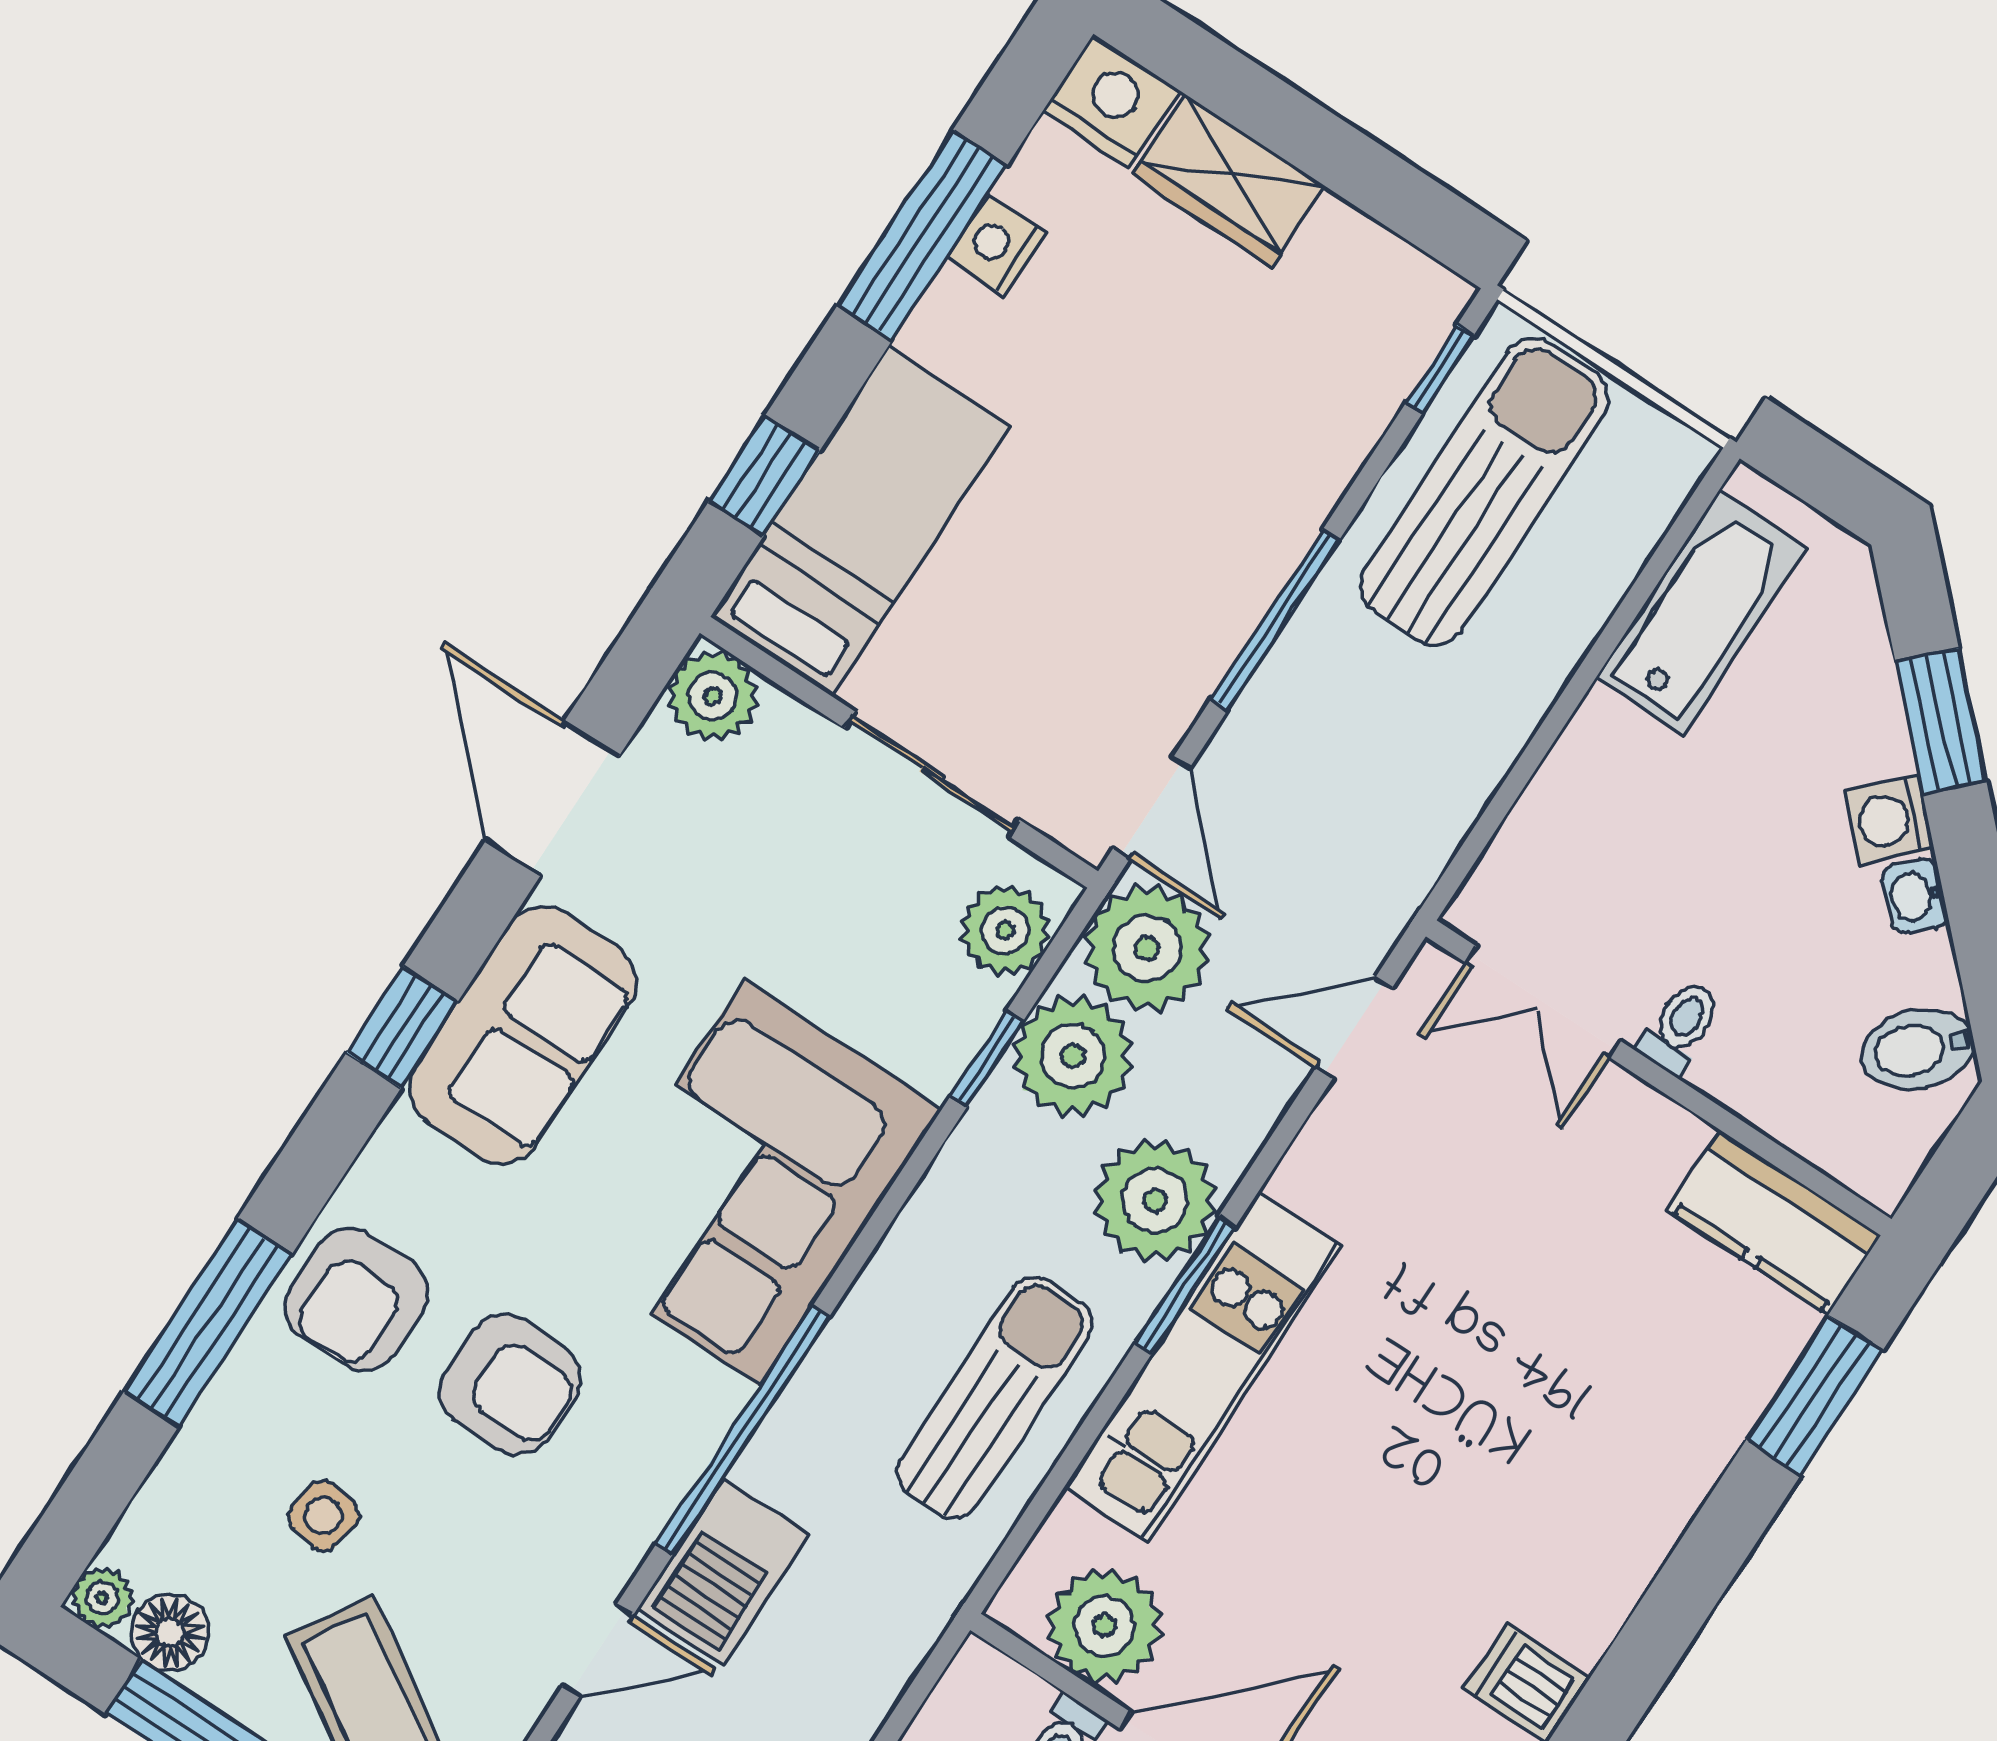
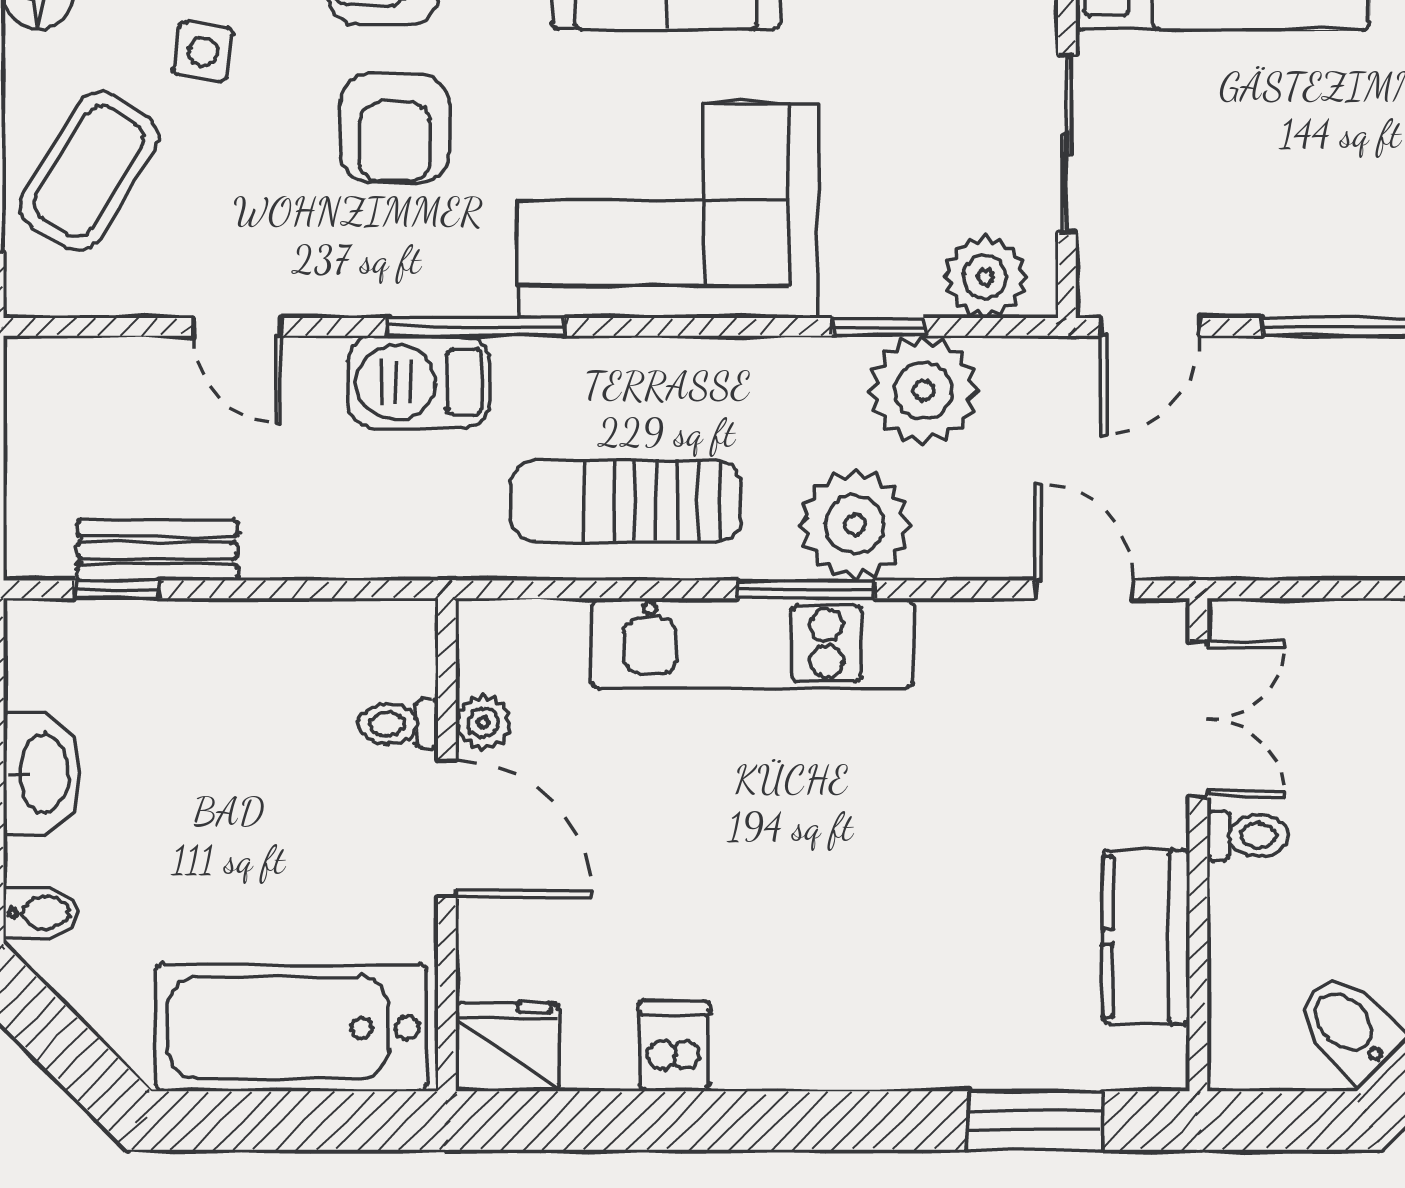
plant: (1147, 948) -> (1042, 393), removed
double door: (1543, 1002) -> (1198, 719), swing flipped
kitchen counter: (1774, 1223) -> (1146, 937), moved
sun lounger: (994, 1398) -> (626, 501), turned 180
window: (743, 1430) -> (476, 327), width x0.68
barbecue: (723, 1571) -> (419, 382), moved
plant: (1104, 1626) -> (483, 722), width x0.53, depth x0.53

